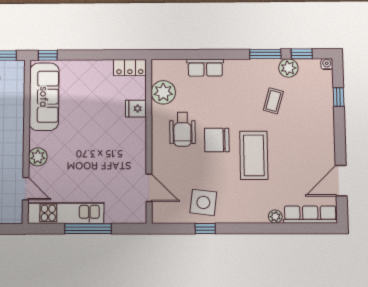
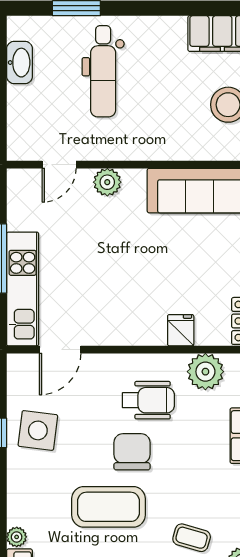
wheelchair: (182, 129) -> (148, 400), turned 180
kitchen unit: (66, 213) -> (23, 289), moved

